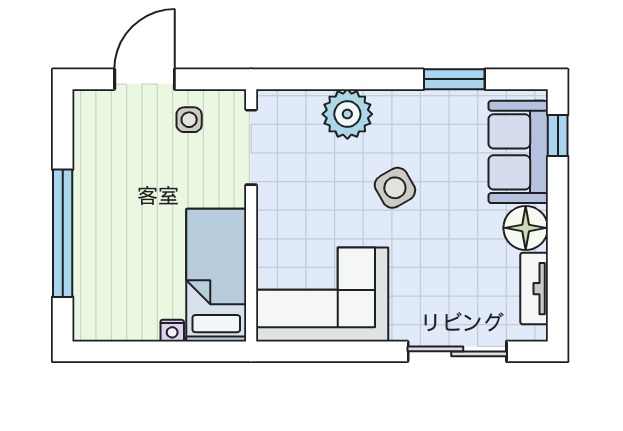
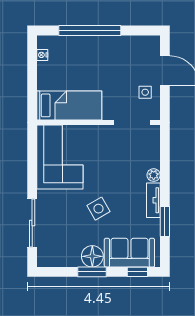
plant: (347, 114) -> (154, 175), width x0.53, depth x0.53
side table: (395, 188) -> (99, 209), moved
window: (558, 229) -> (92, 272), added
tv unit: (534, 289) -> (153, 200), moved, turned -90
nightstand: (172, 331) -> (42, 55), moved

